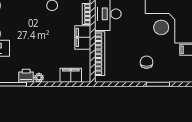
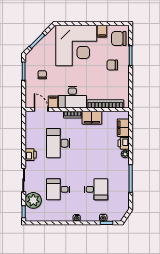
chair: (179, 70) -> (119, 39), added
printer: (26, 76) -> (124, 143), moved

